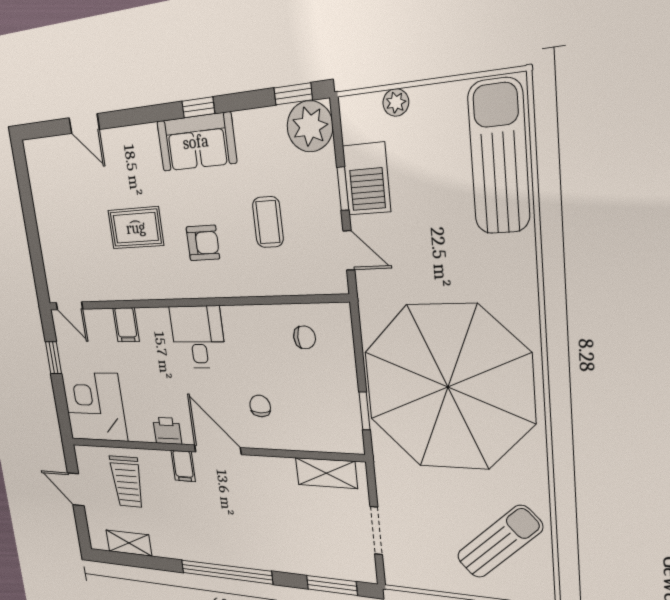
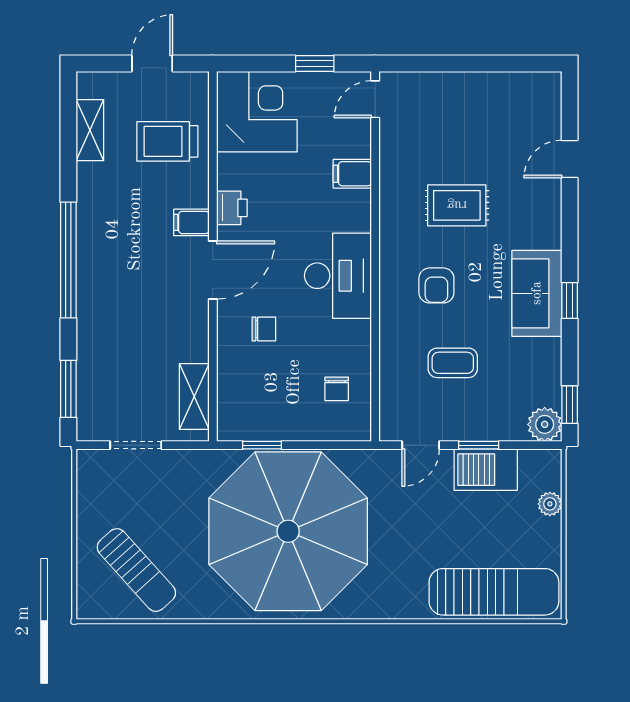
plant: (310, 126) -> (545, 424), width x0.73, depth x0.73
rug: (136, 228) -> (457, 205), turned 90
desk: (198, 337) -> (338, 276), width x1.37

